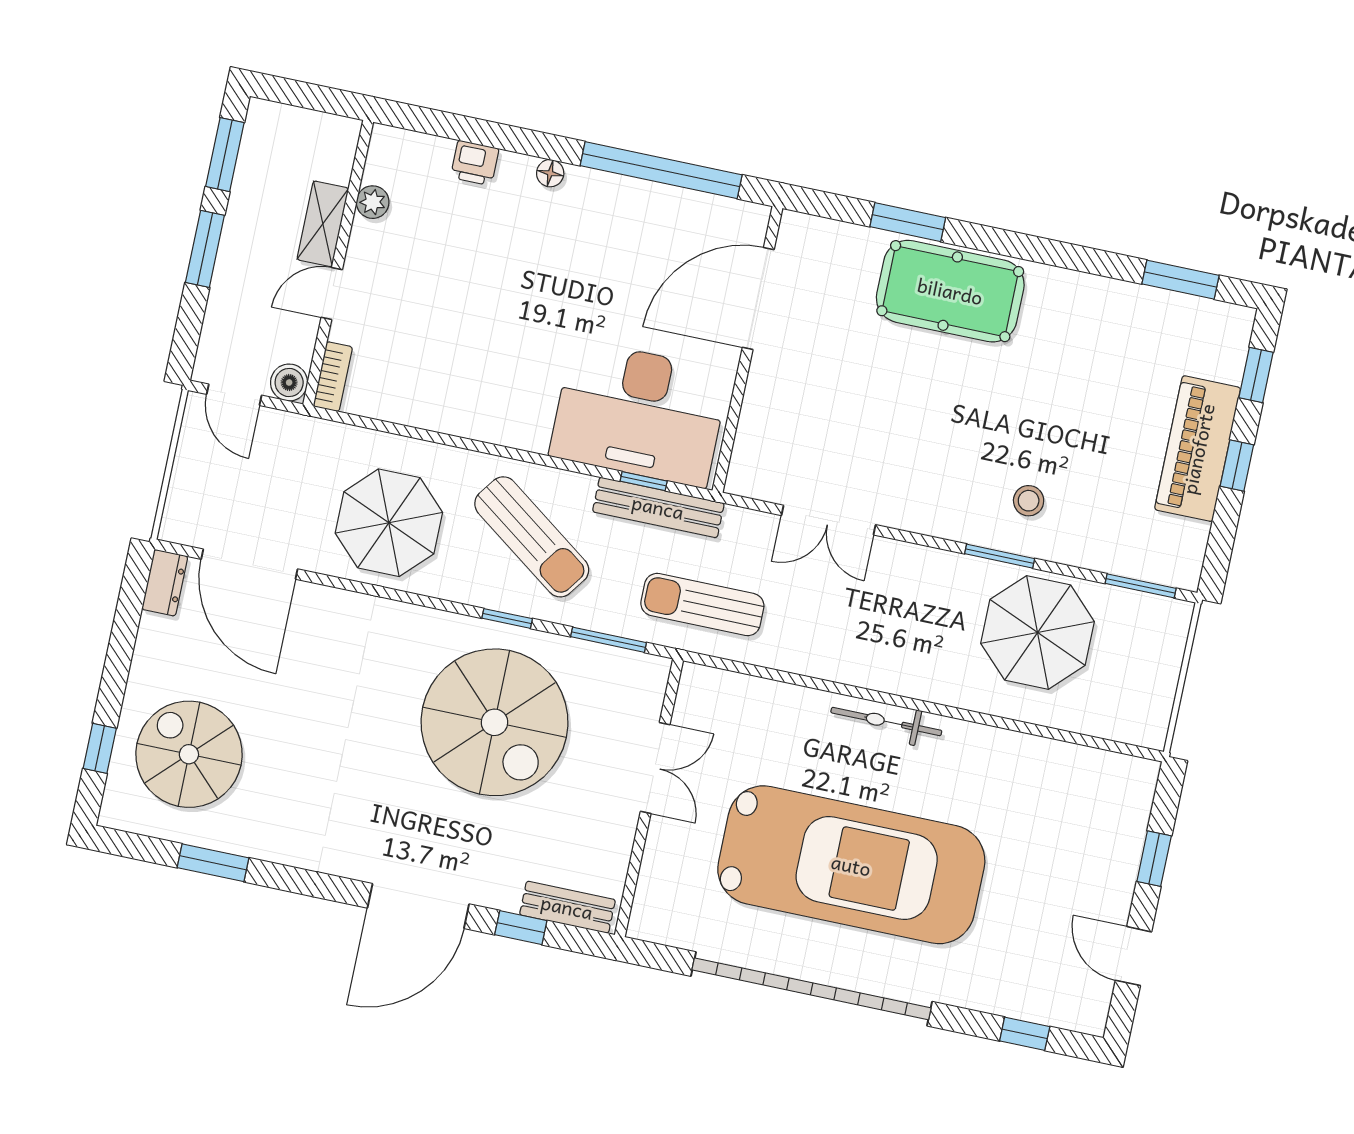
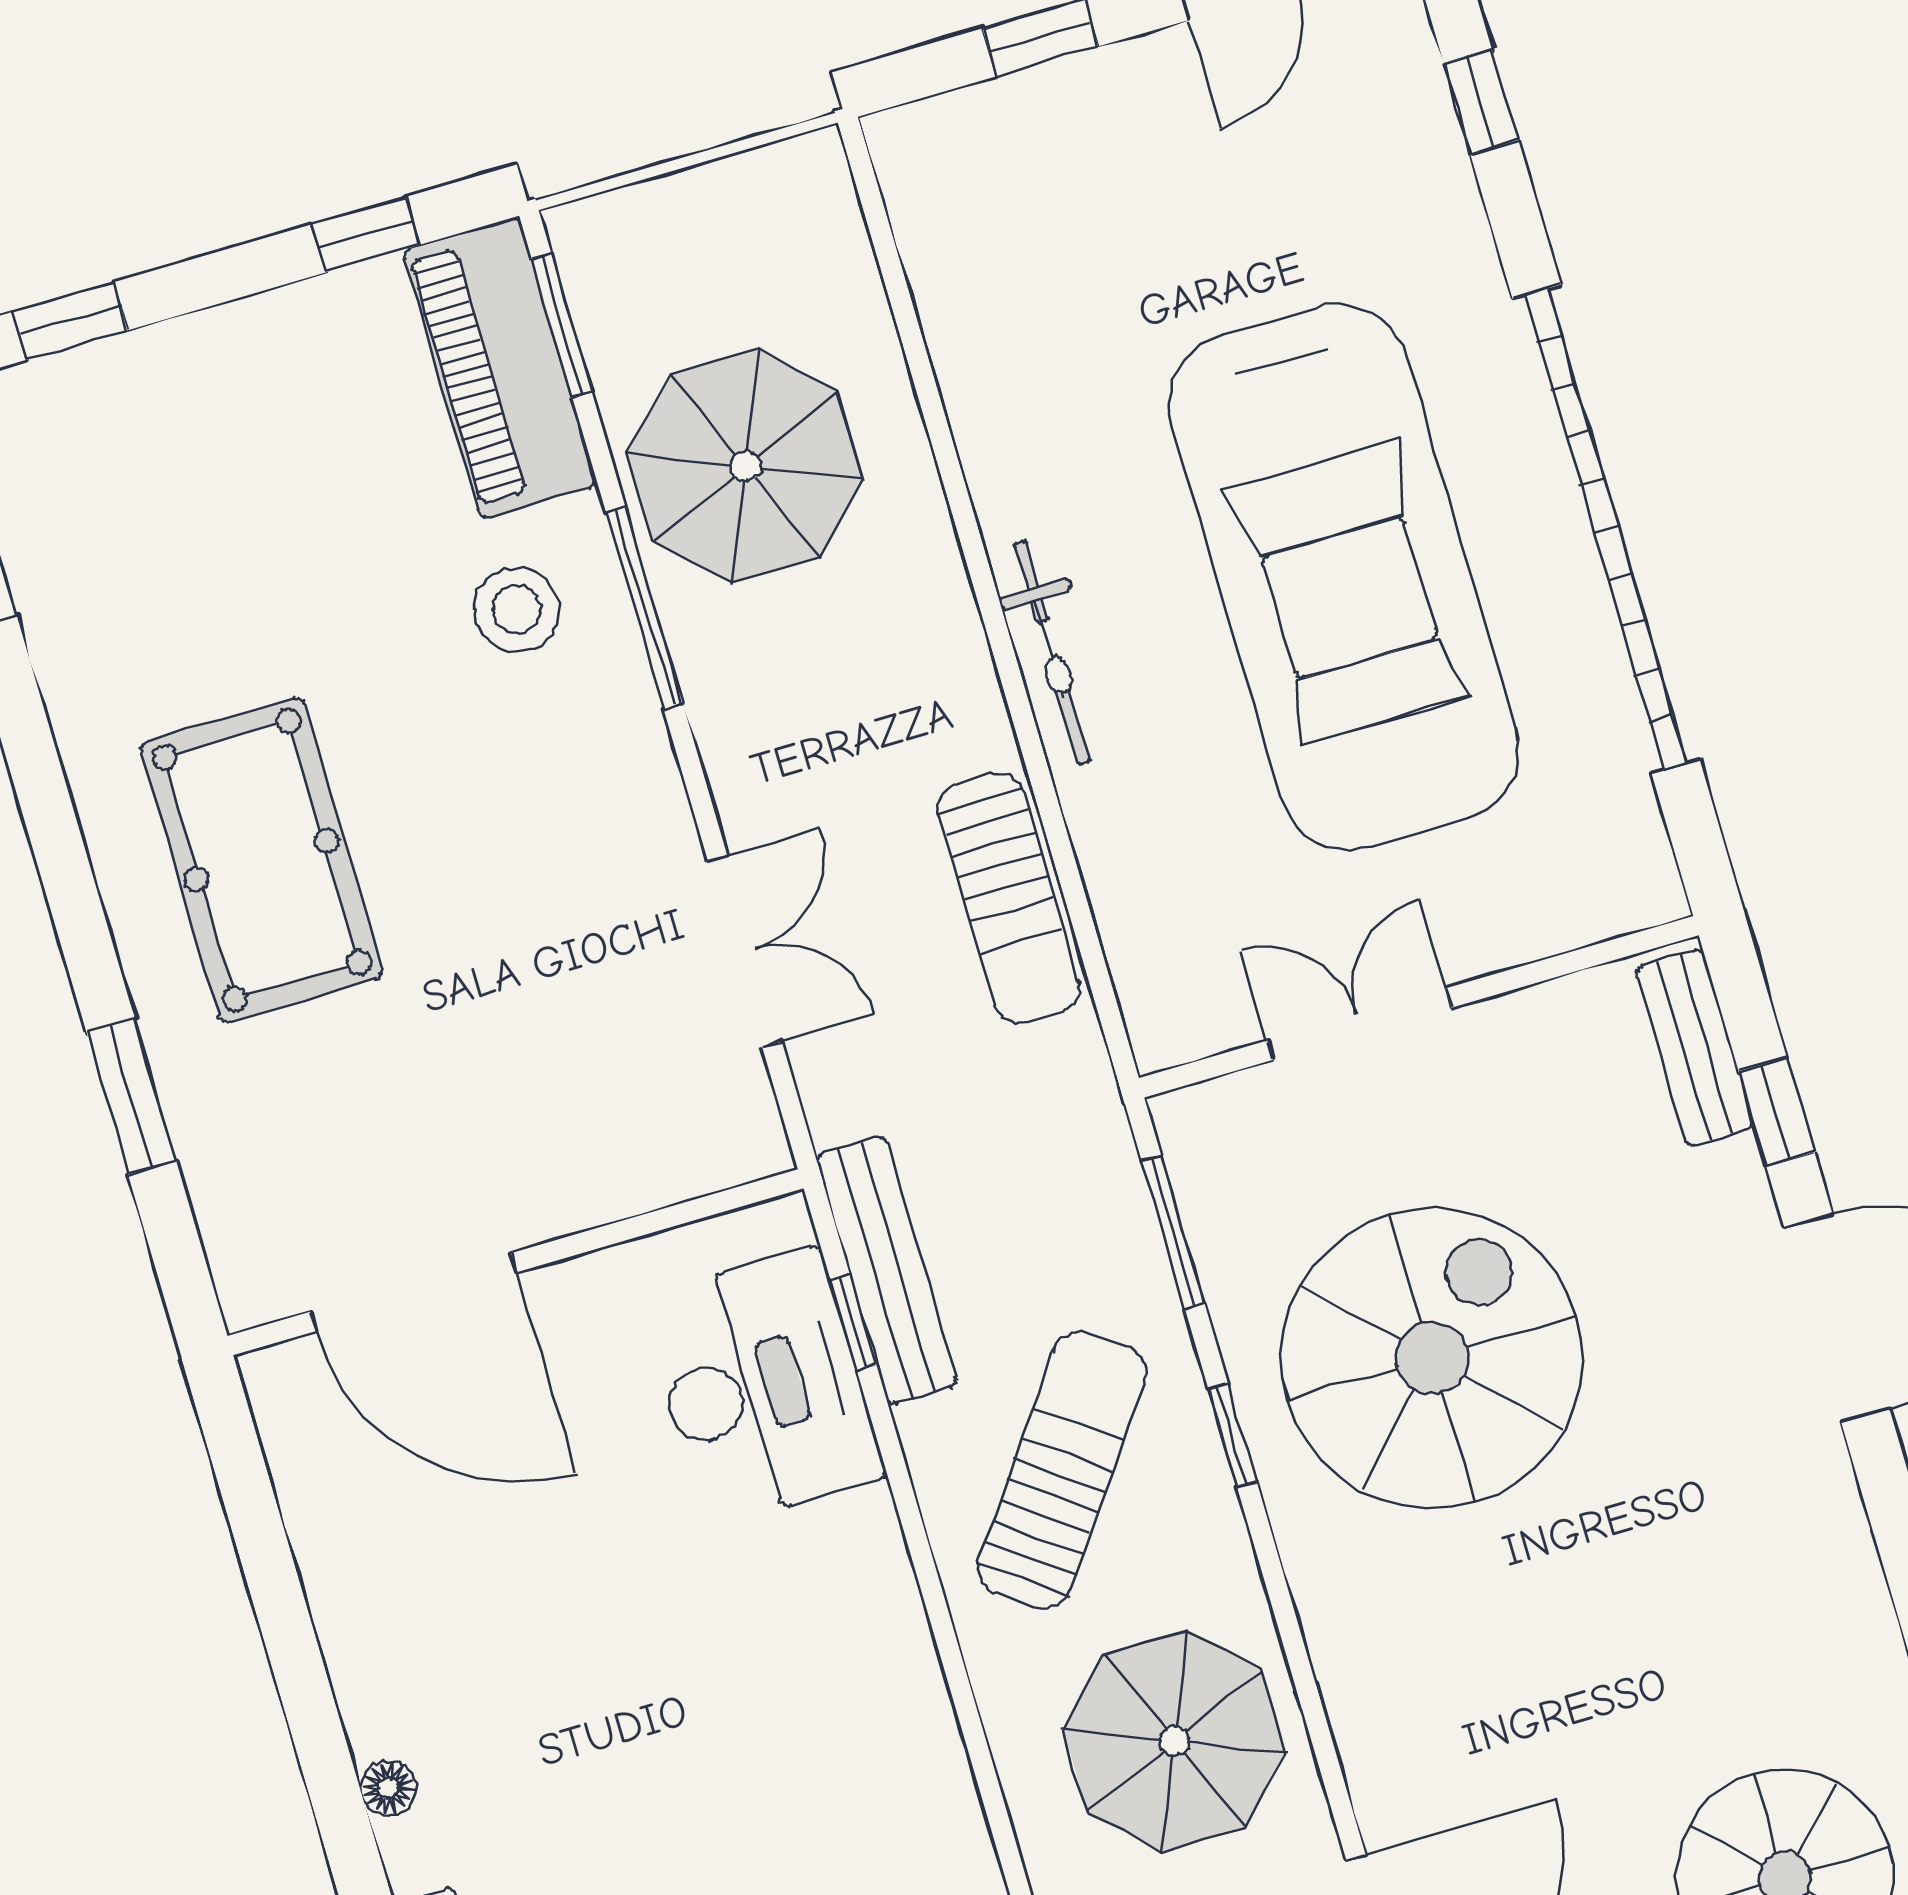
window: (661, 170) -> (276, 1591), removed
pool table: (950, 291) -> (262, 860), moved
desk: (639, 413) -> (763, 1387), width x0.73, depth x0.77
piano: (1198, 449) -> (500, 368), moved, turned 90
window: (1237, 466) -> (365, 235), moved
stool: (1029, 501) -> (517, 609), width x1.37, depth x1.37
window: (1000, 556) -> (644, 608), width x1.44
sun lounger: (702, 605) -> (1009, 898), moved
car: (851, 865) -> (1344, 577), turned 180

